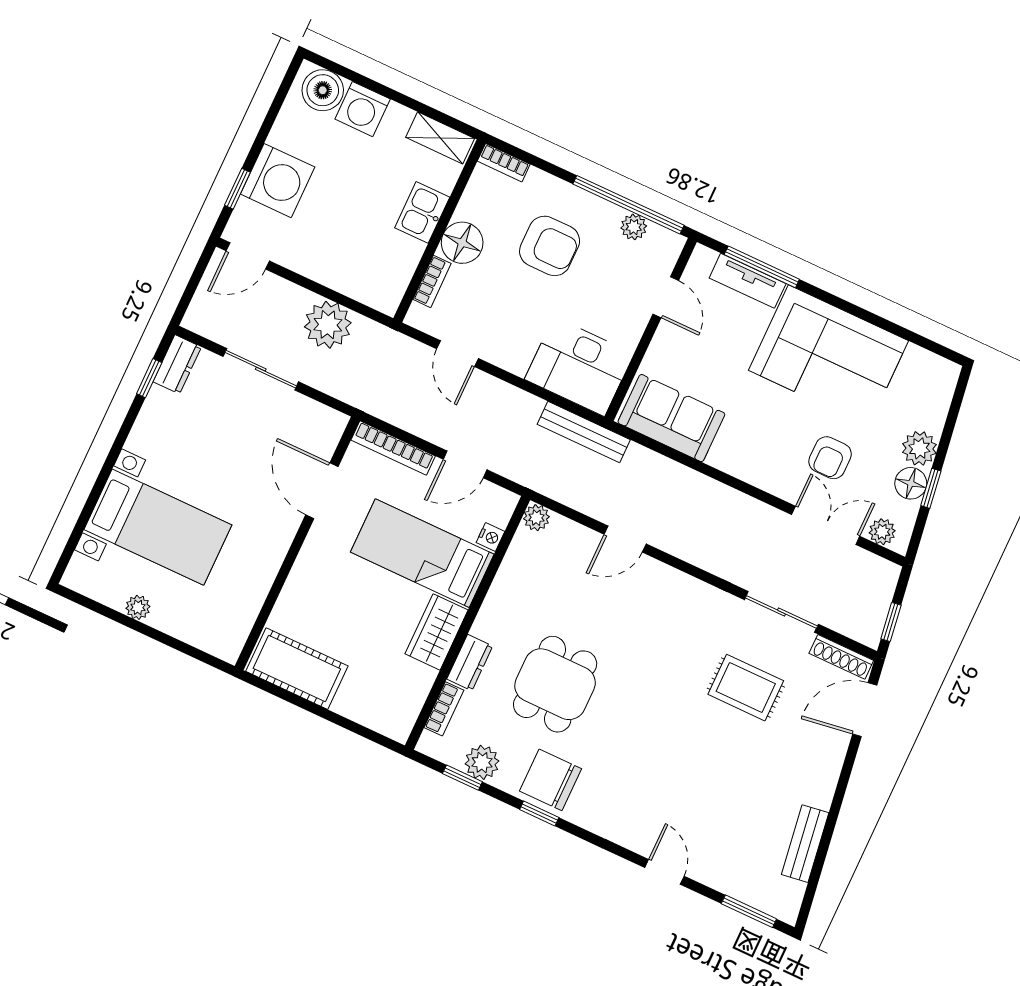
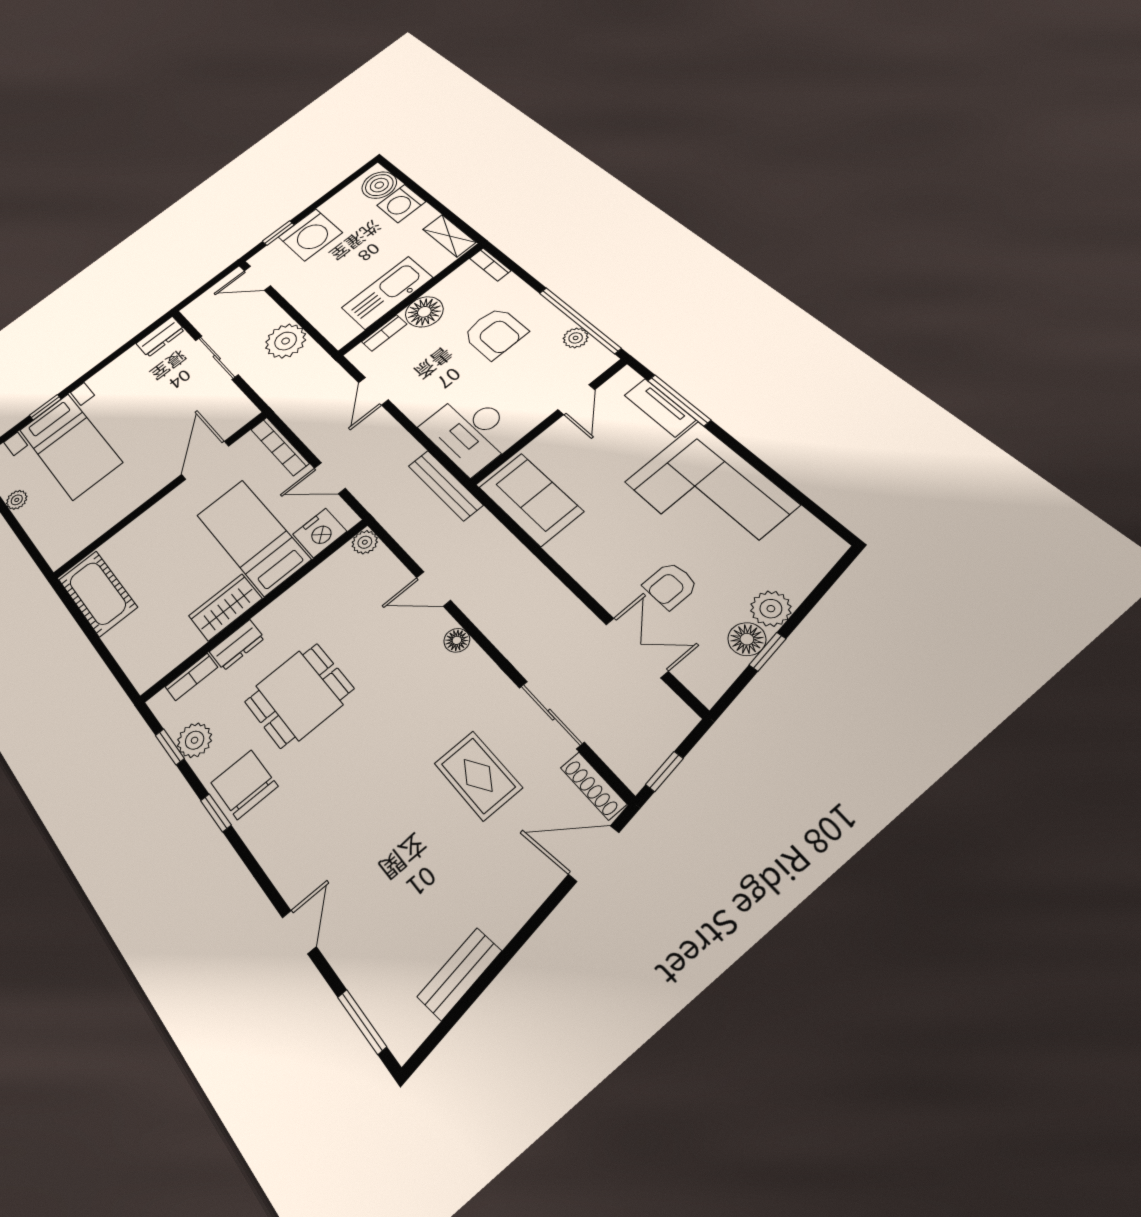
kitchen sink: (422, 212) -> (387, 293), width x1.87, depth x1.24
window: (149, 378) -> (45, 407), moved
plant: (882, 532) -> (695, 676), removed
nightstand: (490, 537) -> (320, 533), width x1.89, depth x1.79
floor lamp: (670, 579) -> (457, 640), added

